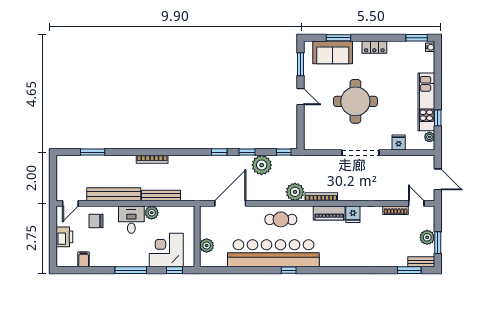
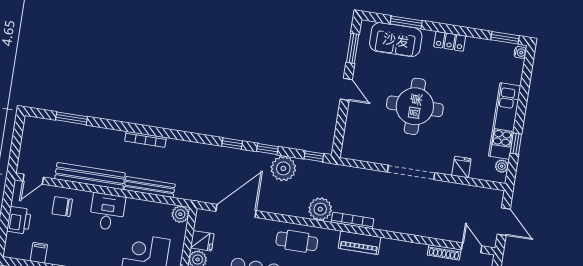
plant: (152, 213) -> (180, 214), moved
fridge: (353, 214) -> (202, 241), moved, turned -90

